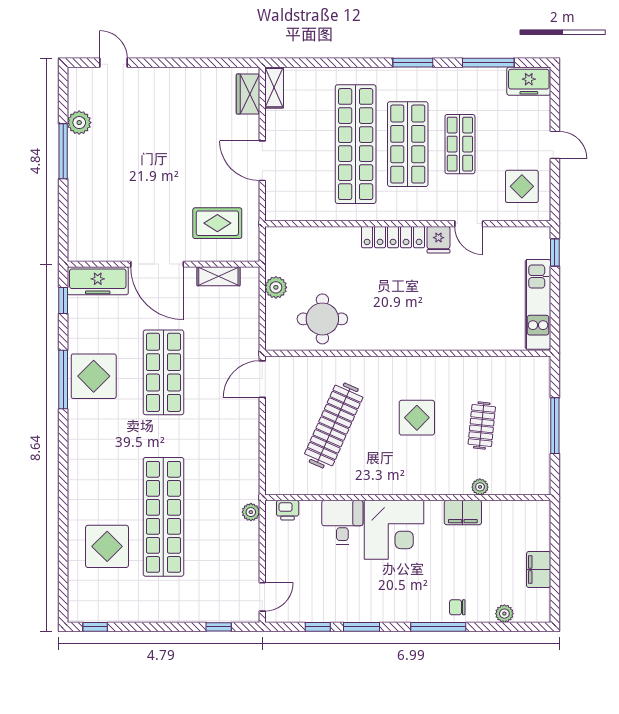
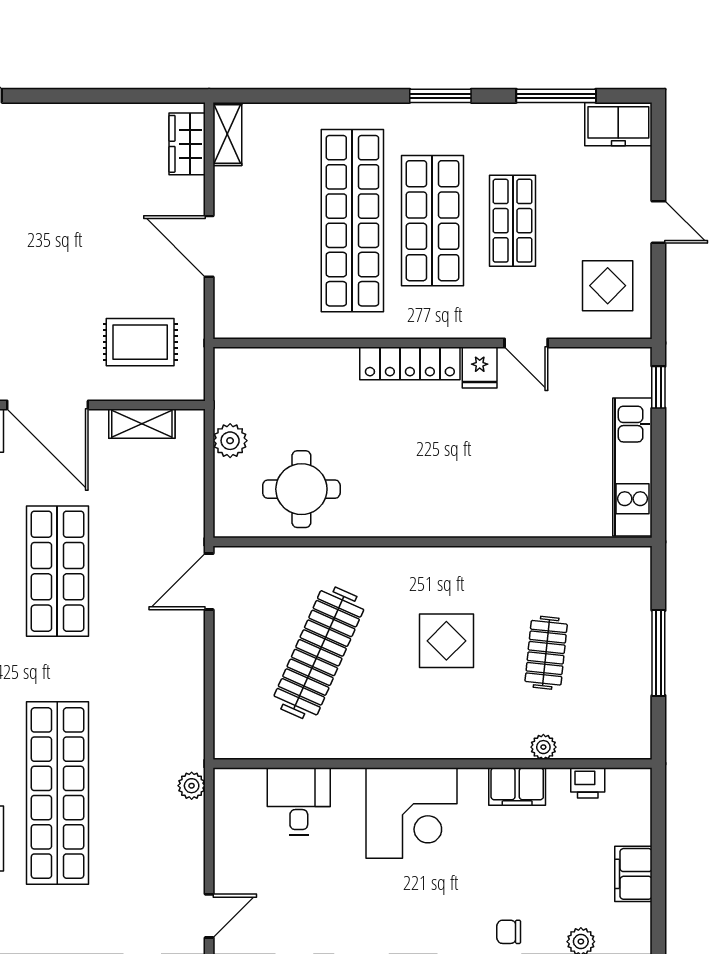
printer: (288, 510) -> (588, 783), moved
desk: (342, 522) -> (299, 801), moved

